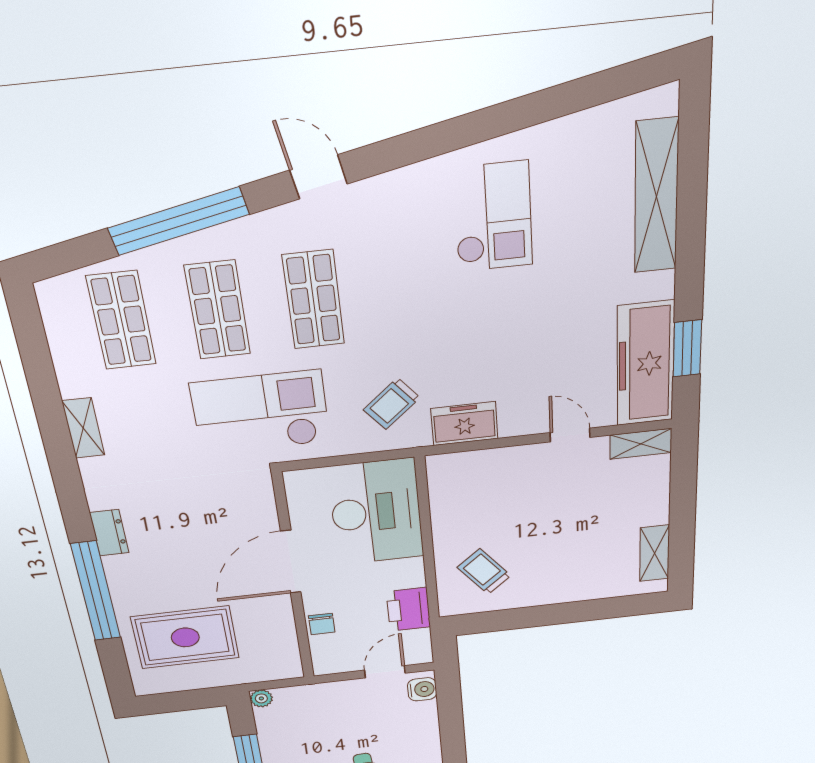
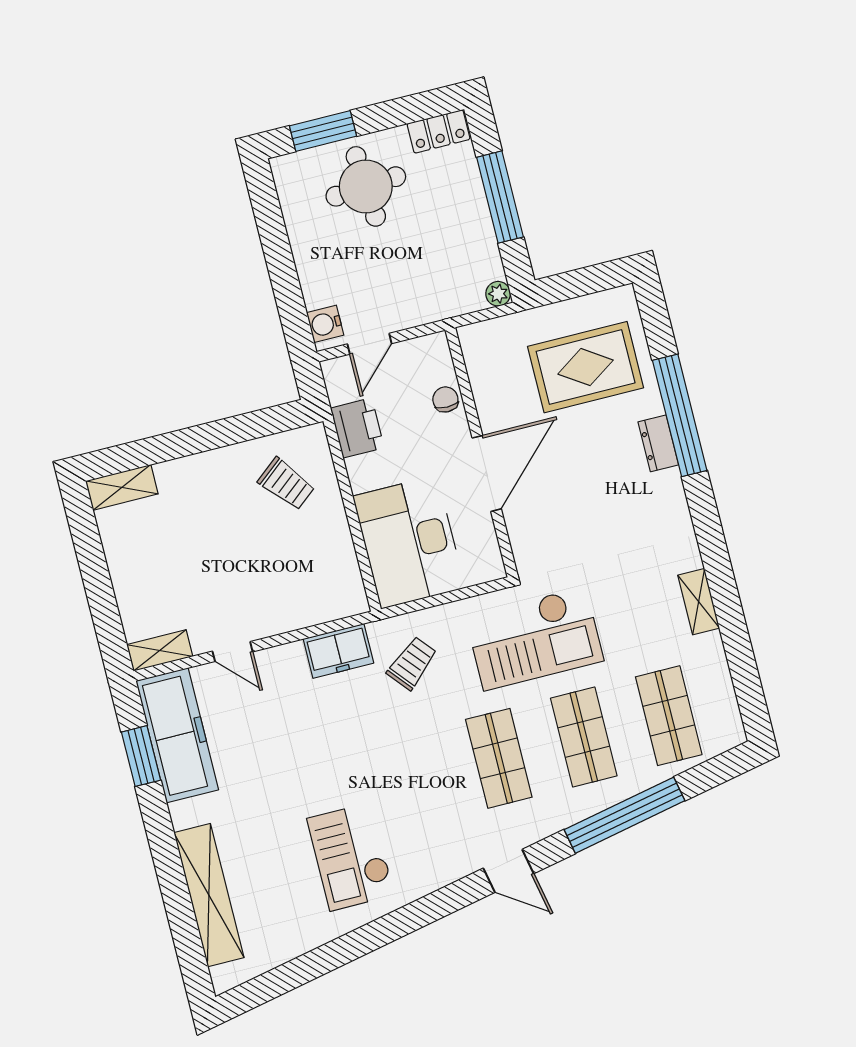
dresser: (109, 533) -> (658, 443), moved
shelving: (655, 553) -> (122, 487), moved, turned 90

